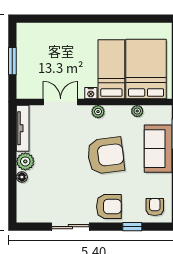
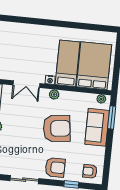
double door: (61, 102) -> (26, 84), swing flipped
plant: (137, 111) -> (101, 99), moved
armchair: (155, 207) -> (90, 171), turned -90

